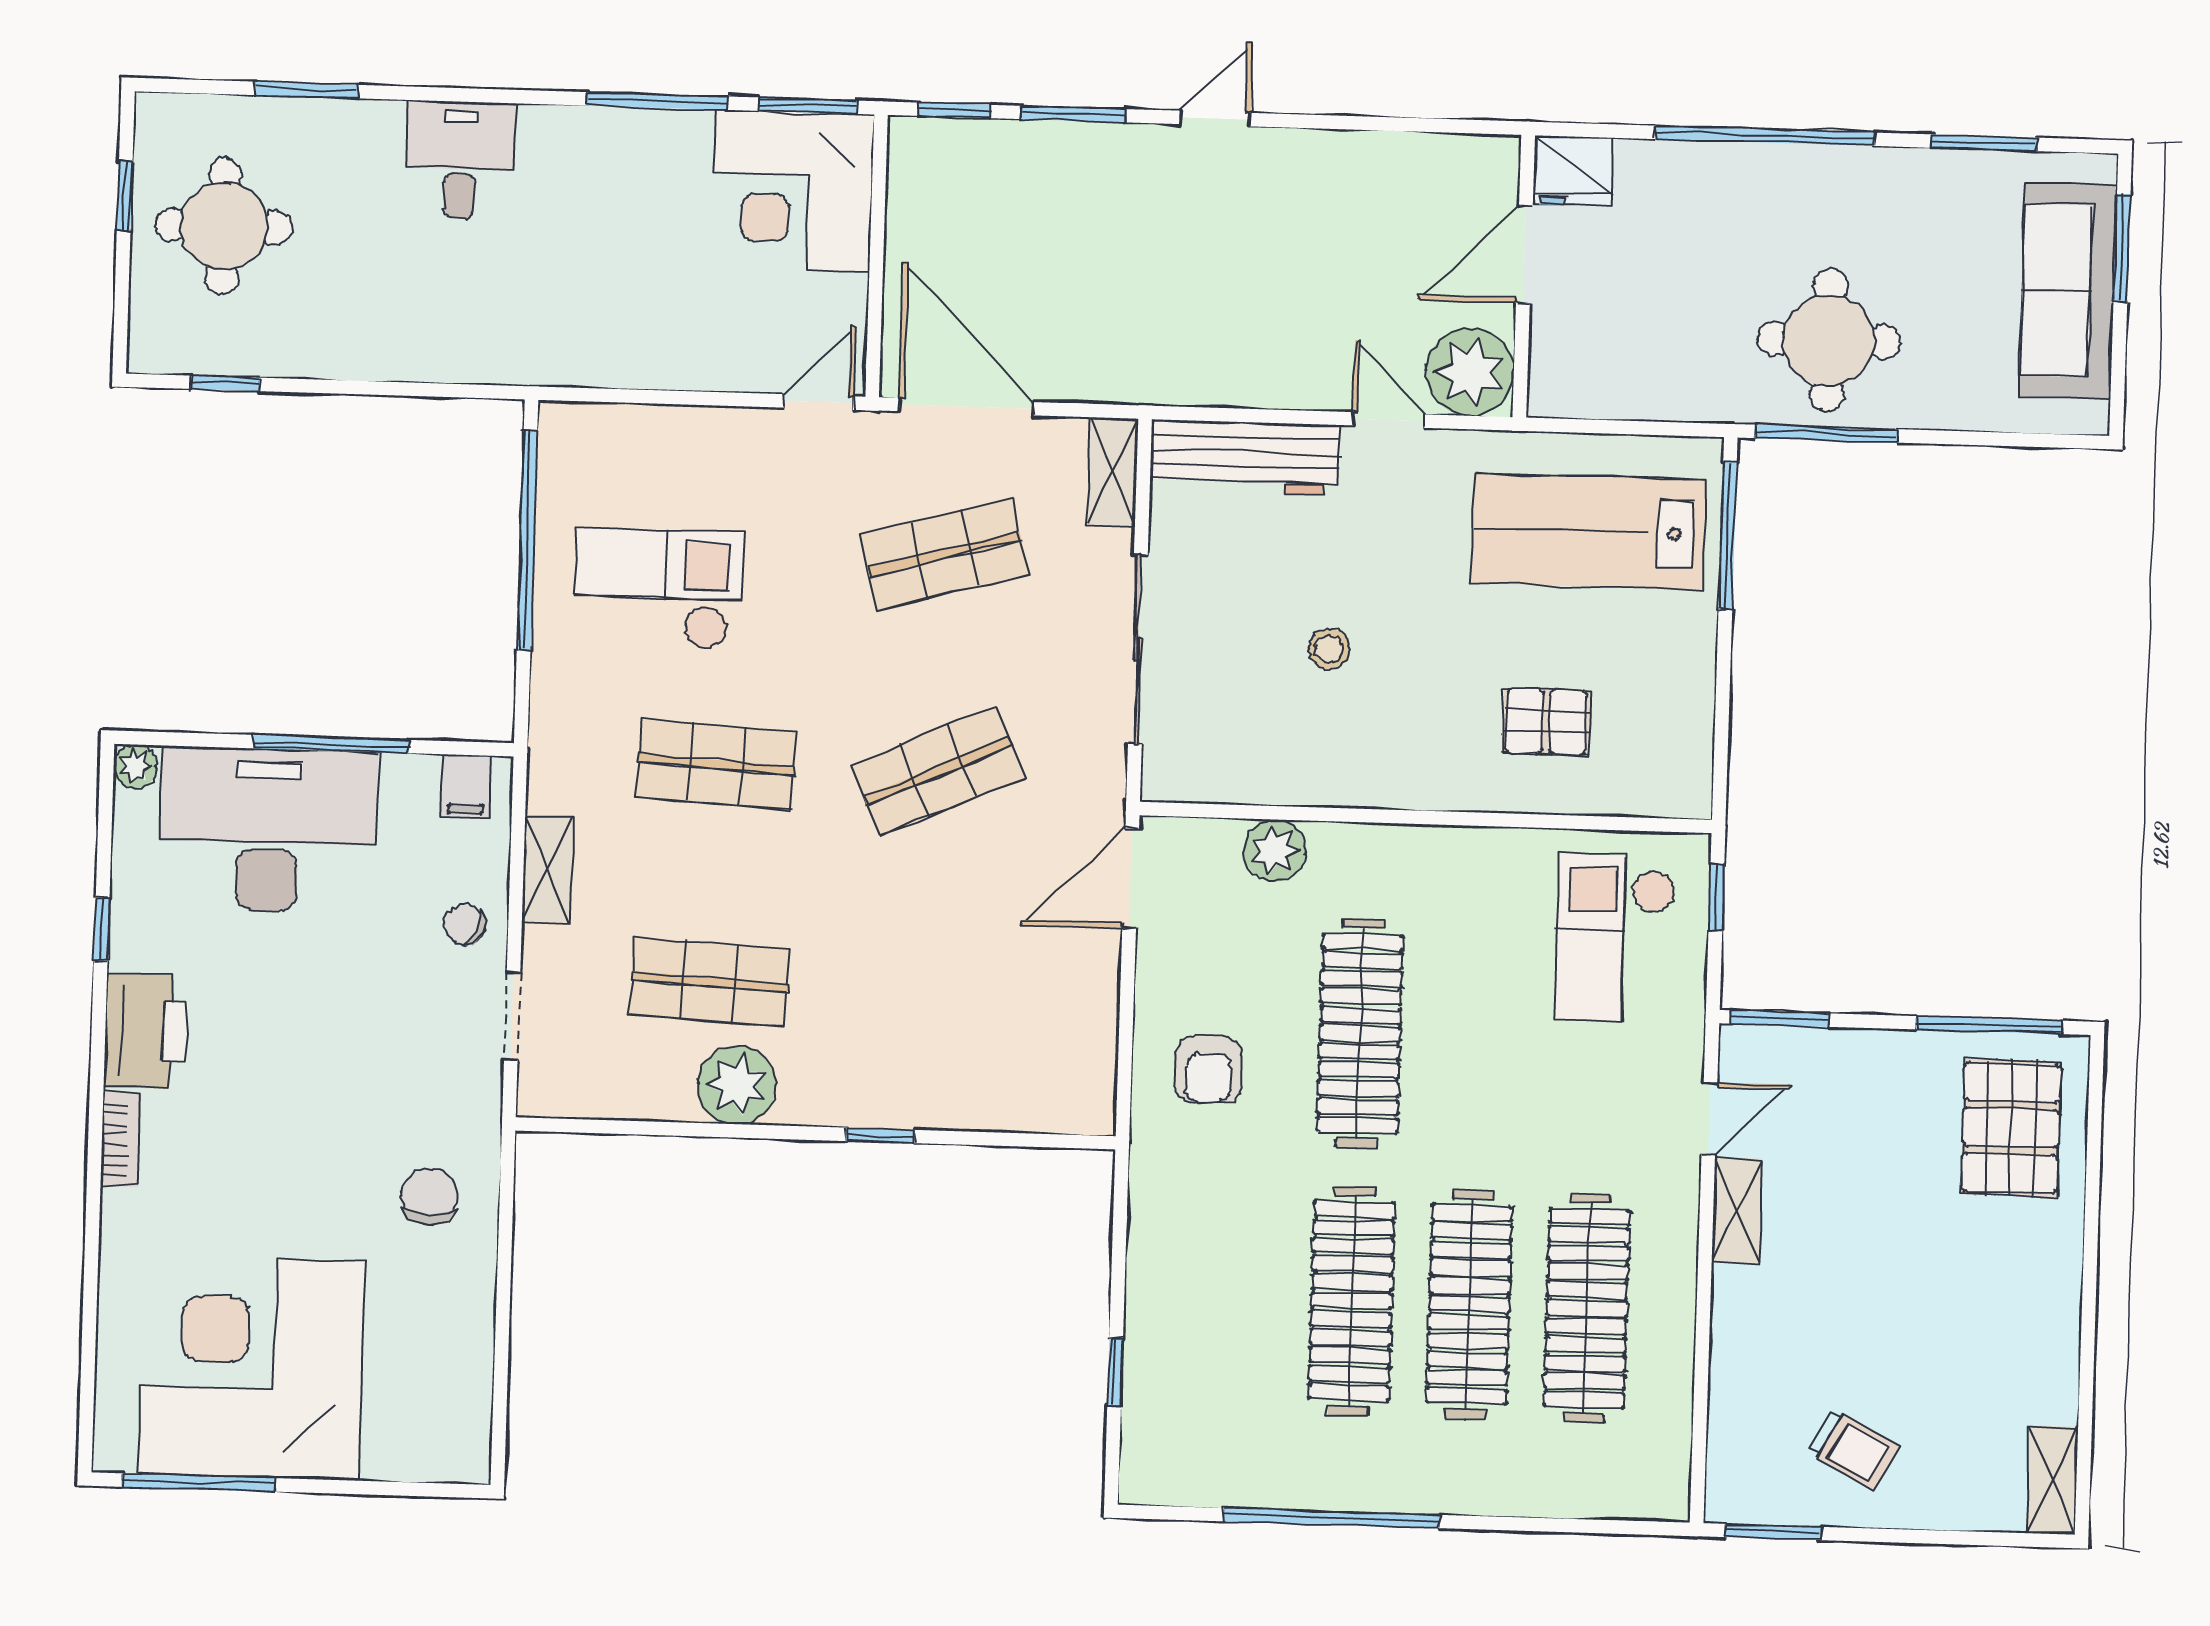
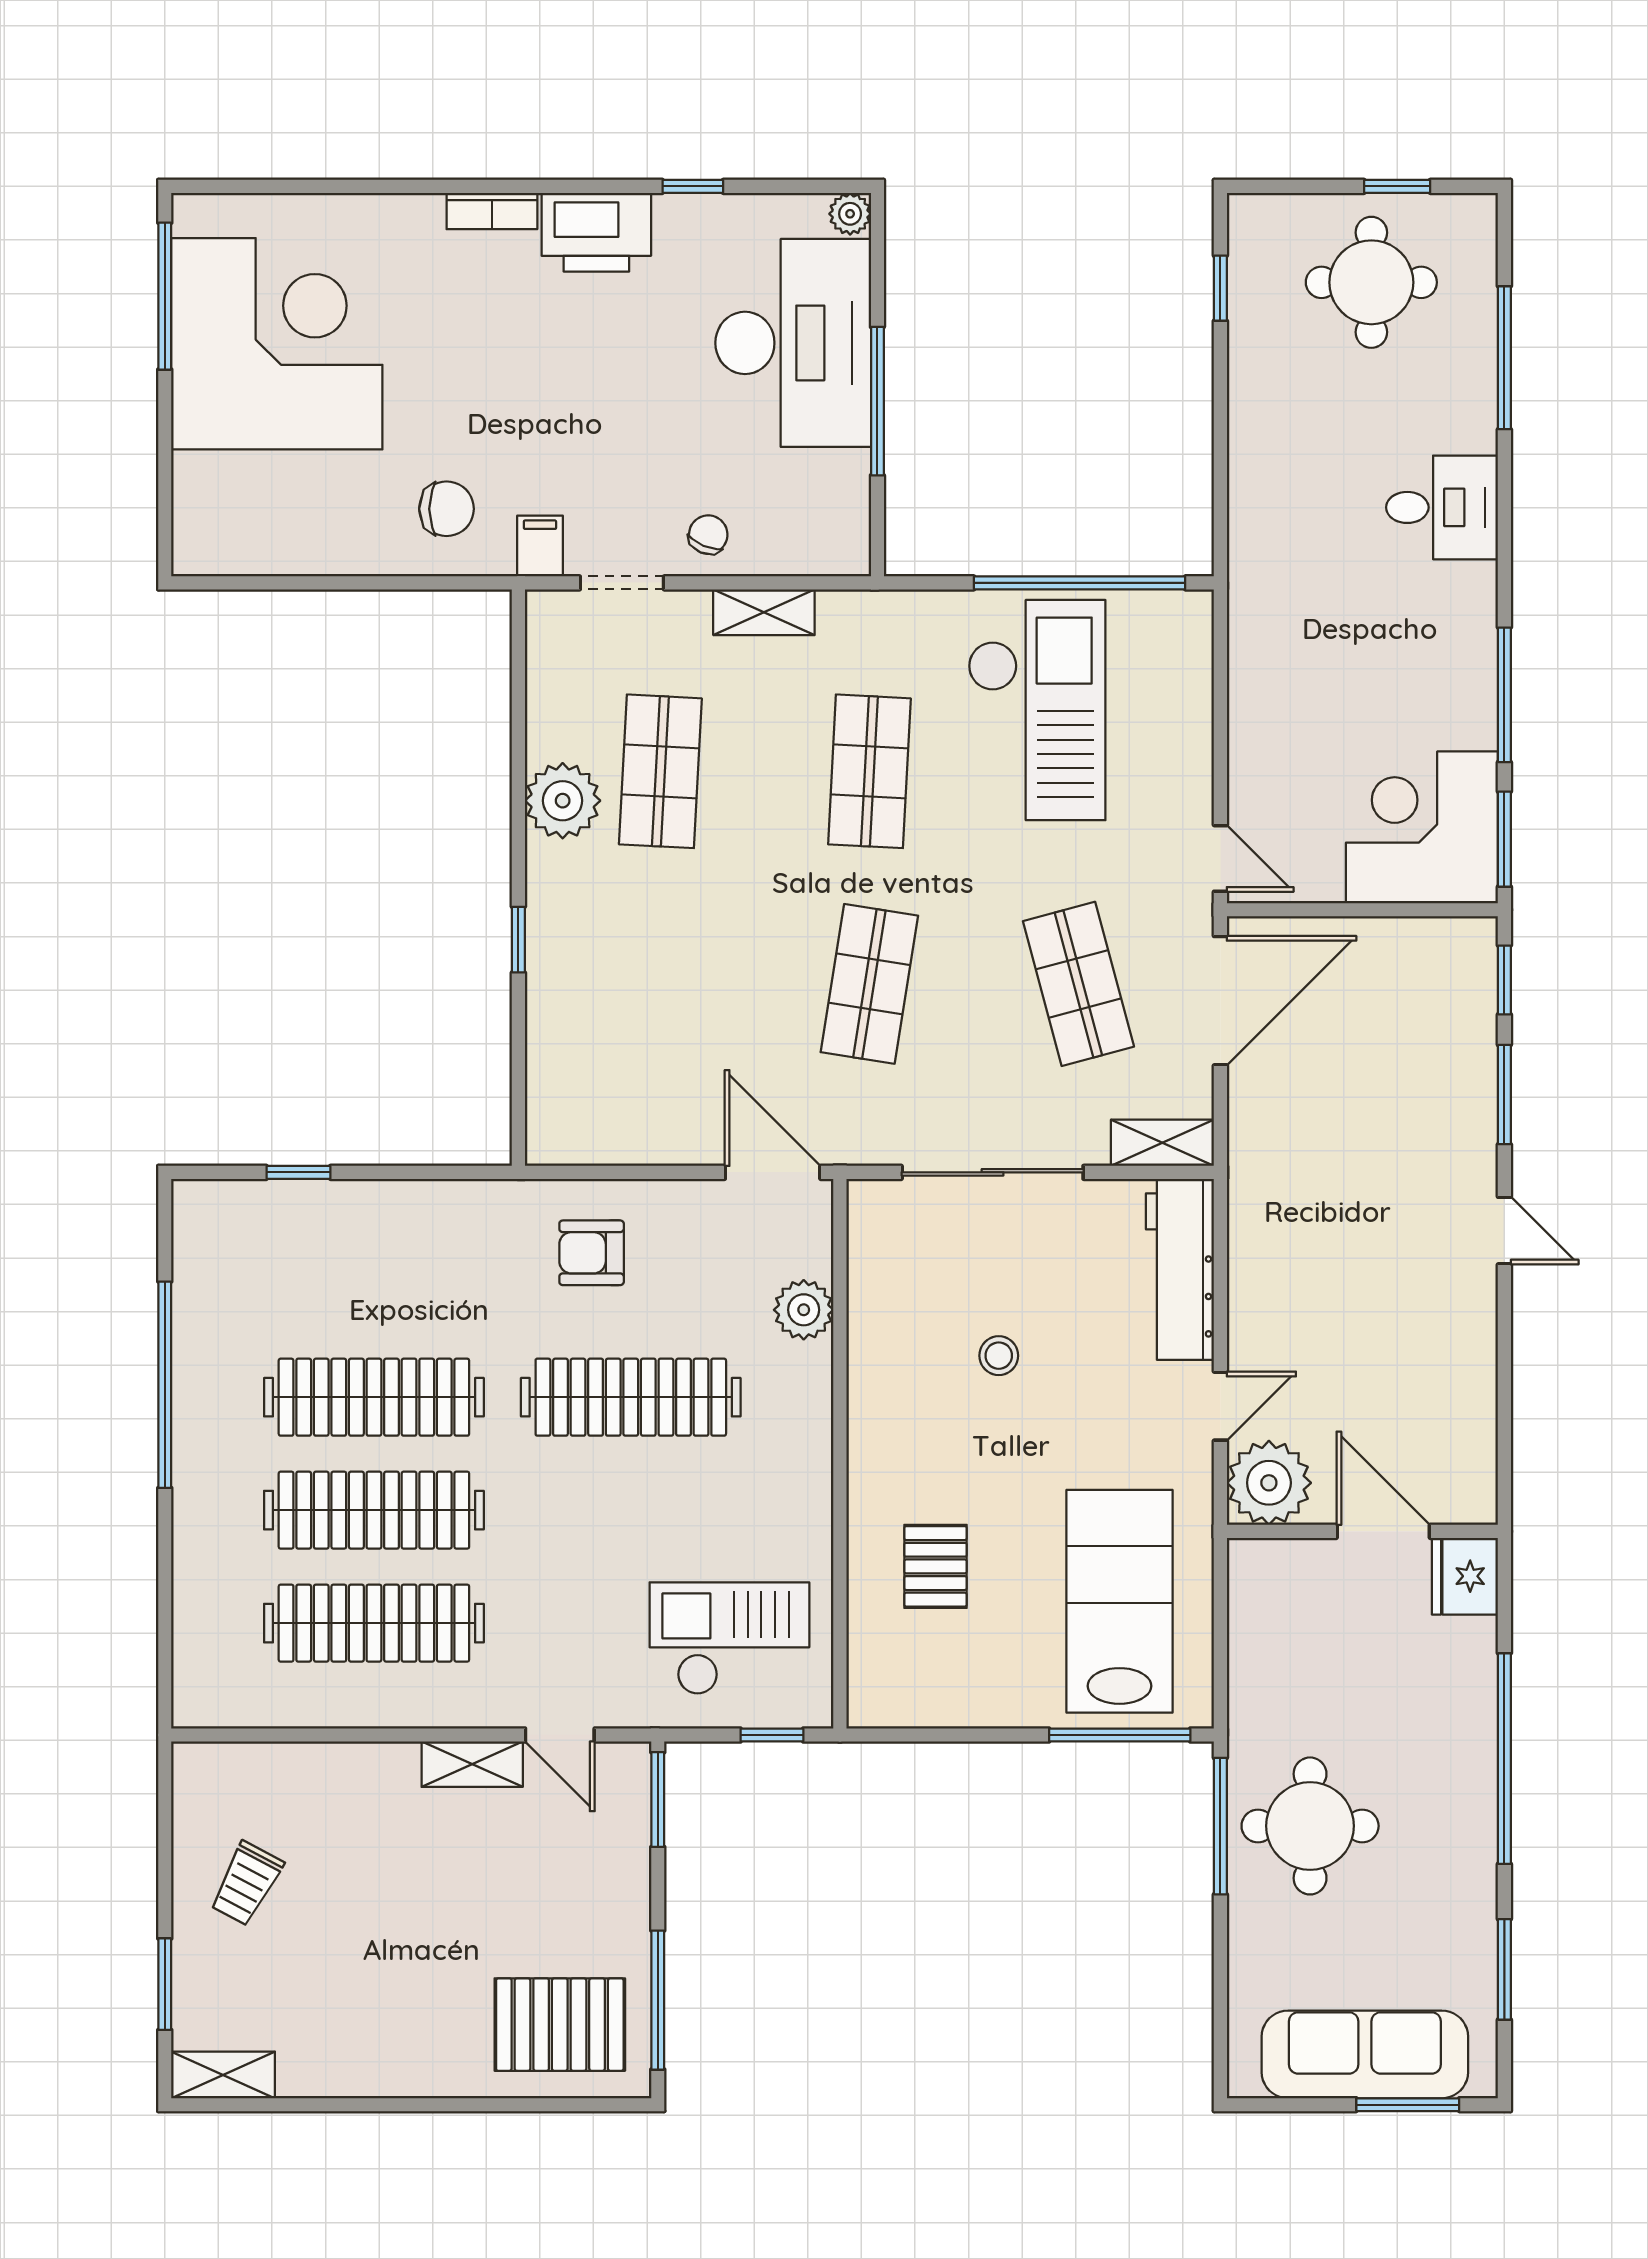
window: (307, 90) -> (1504, 358), width x1.44
checkout: (658, 588) -> (1037, 710), width x1.36, depth x1.21
shop shelf: (938, 771) -> (869, 984), turned 33
filing cabinet: (466, 787) -> (540, 546), moved, turned 90
window: (1773, 1532) -> (165, 1984), moved

